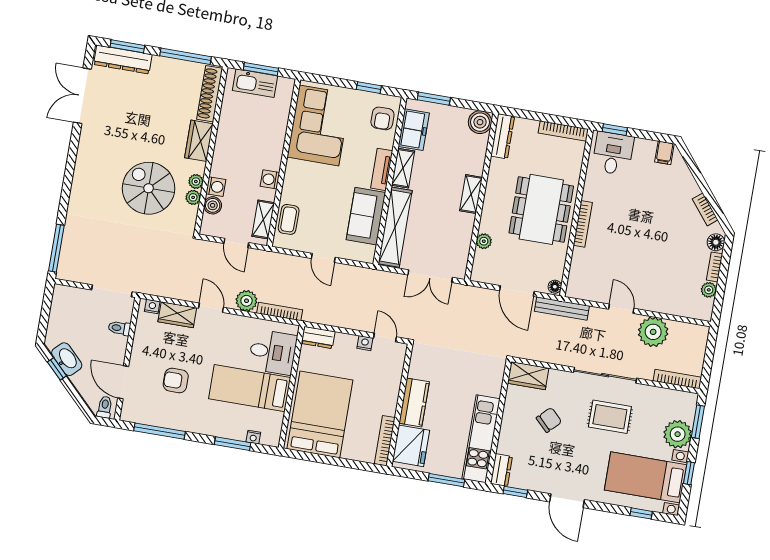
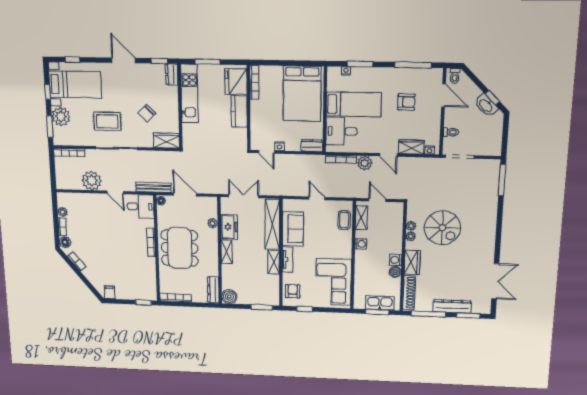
dresser: (123, 59) -> (452, 306), moved
freezer: (414, 130) -> (229, 227), moved, turned 180
desk: (613, 153) -> (141, 207), moved, turned -90
washing machine: (216, 187) -> (396, 260), moved
boiler: (213, 205) -> (395, 272), moved

